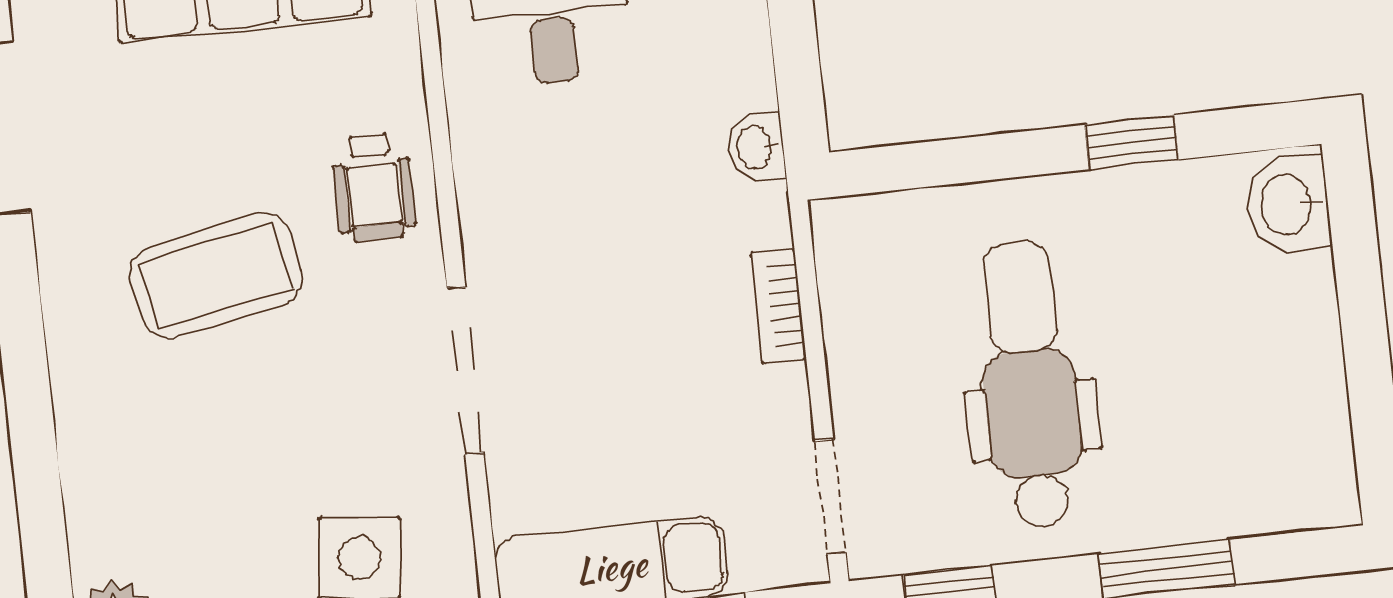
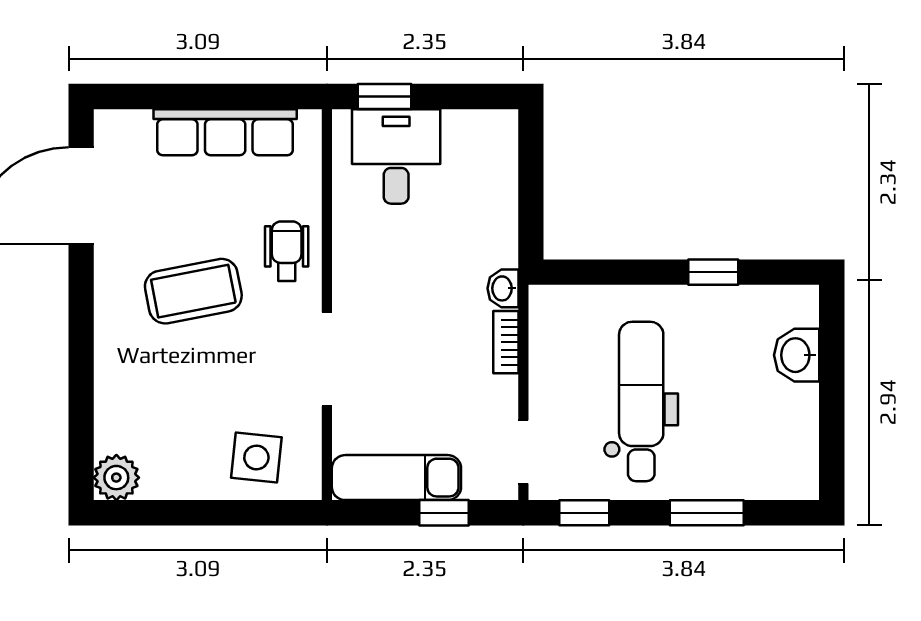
washbasin: (756, 147) -> (503, 288), moved
wheelchair: (373, 187) -> (287, 251), turned 180
washbasin: (1288, 204) -> (797, 355), moved

